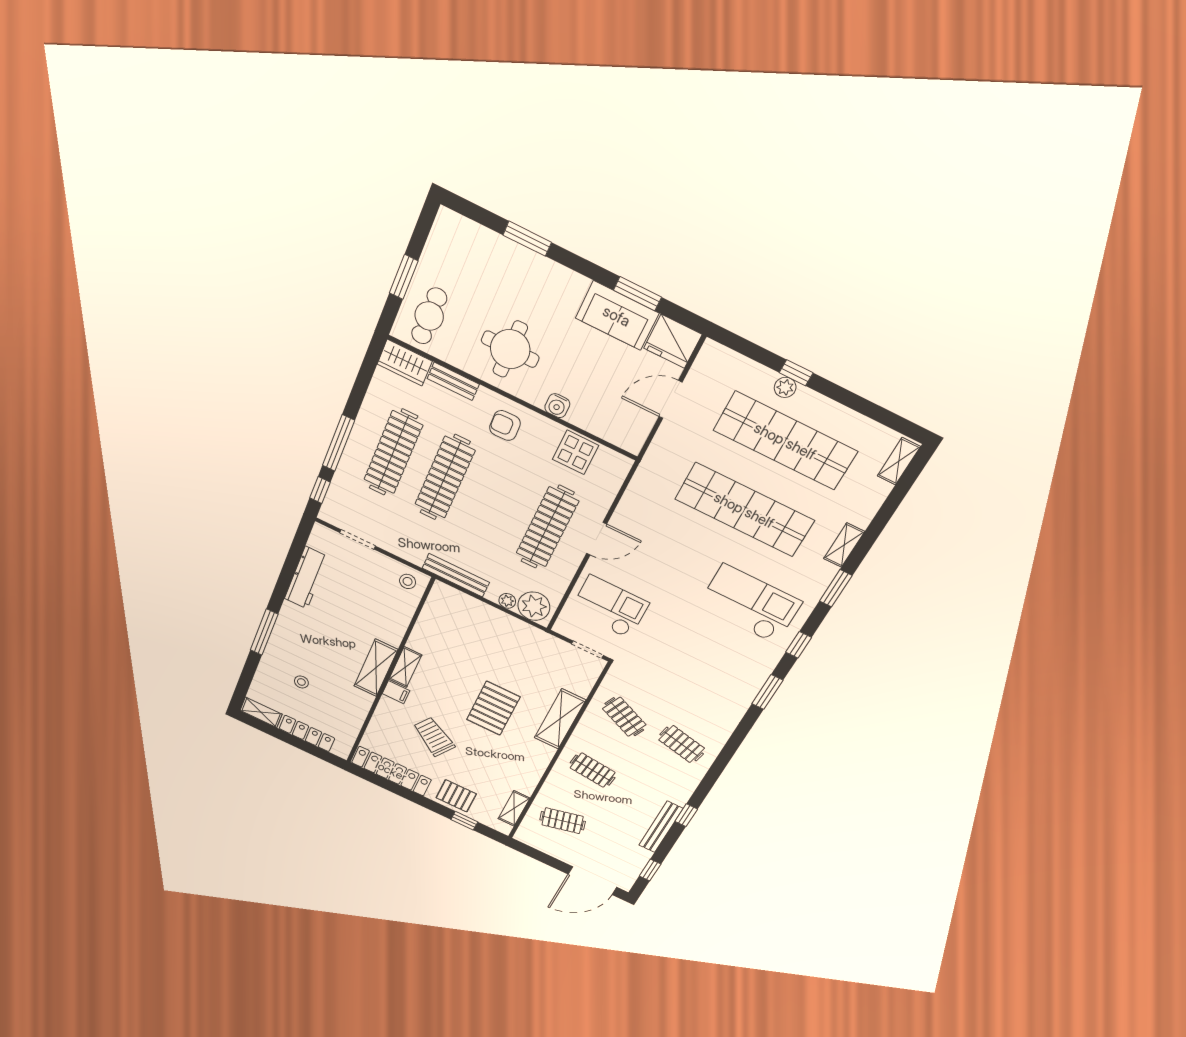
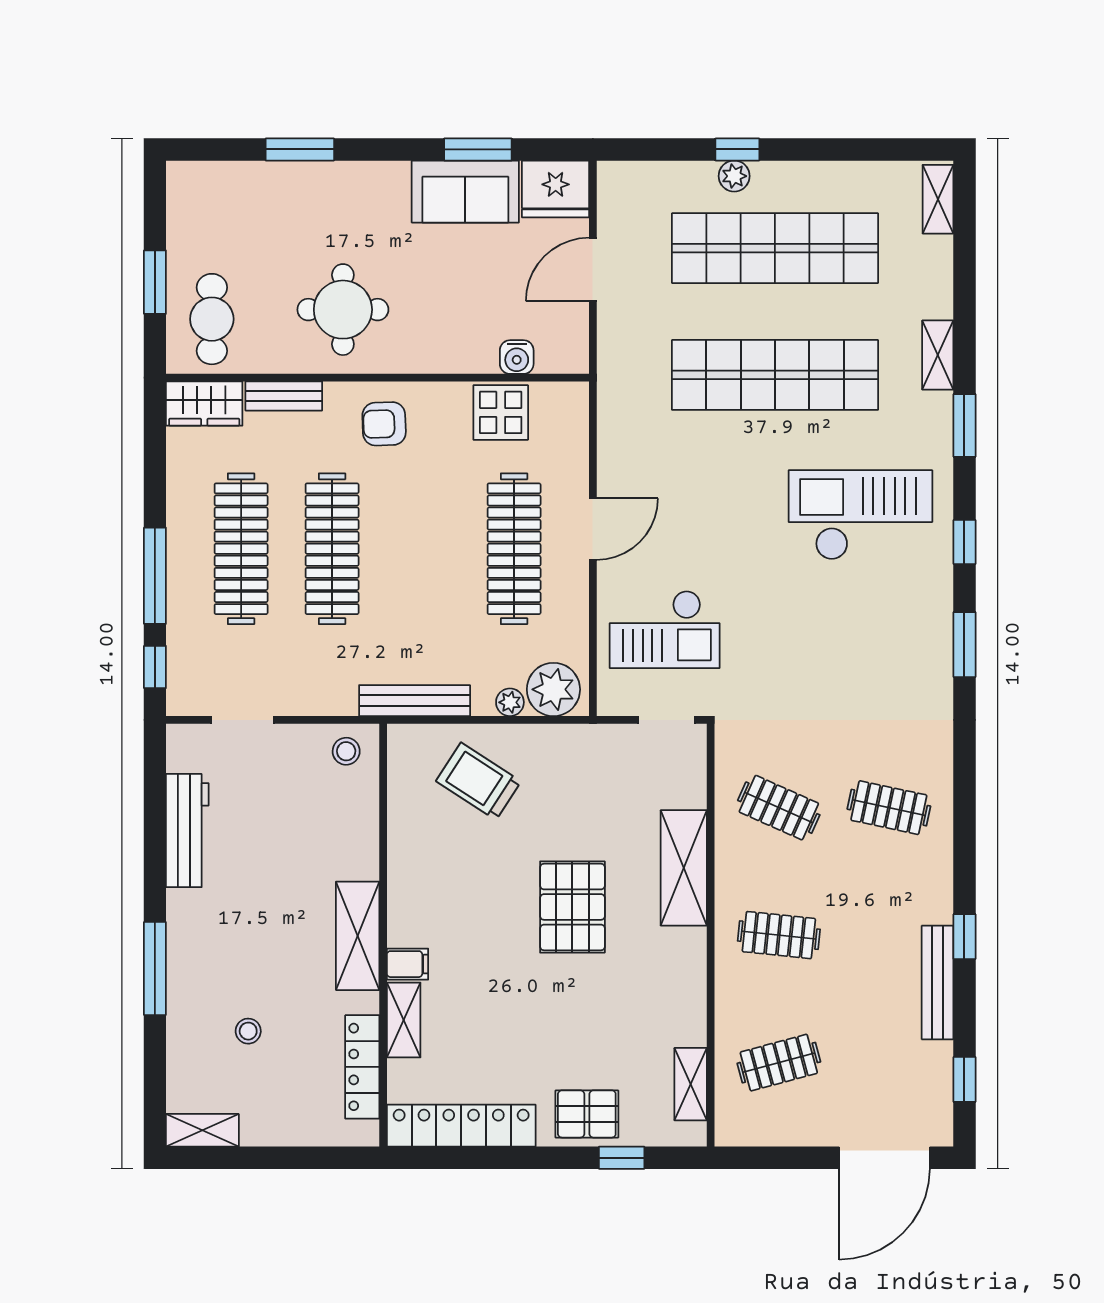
water cooler: (557, 406) -> (517, 357), moved
checkout: (610, 607) -> (665, 629), turned 180
shelving: (405, 667) -> (404, 1020), moved
locker: (307, 733) -> (362, 1067), moved, turned -90
trolley: (434, 737) -> (478, 781), moved

